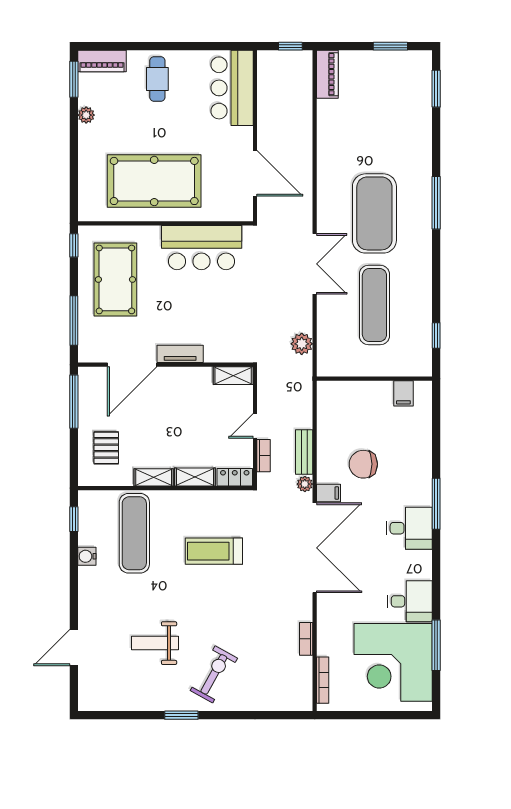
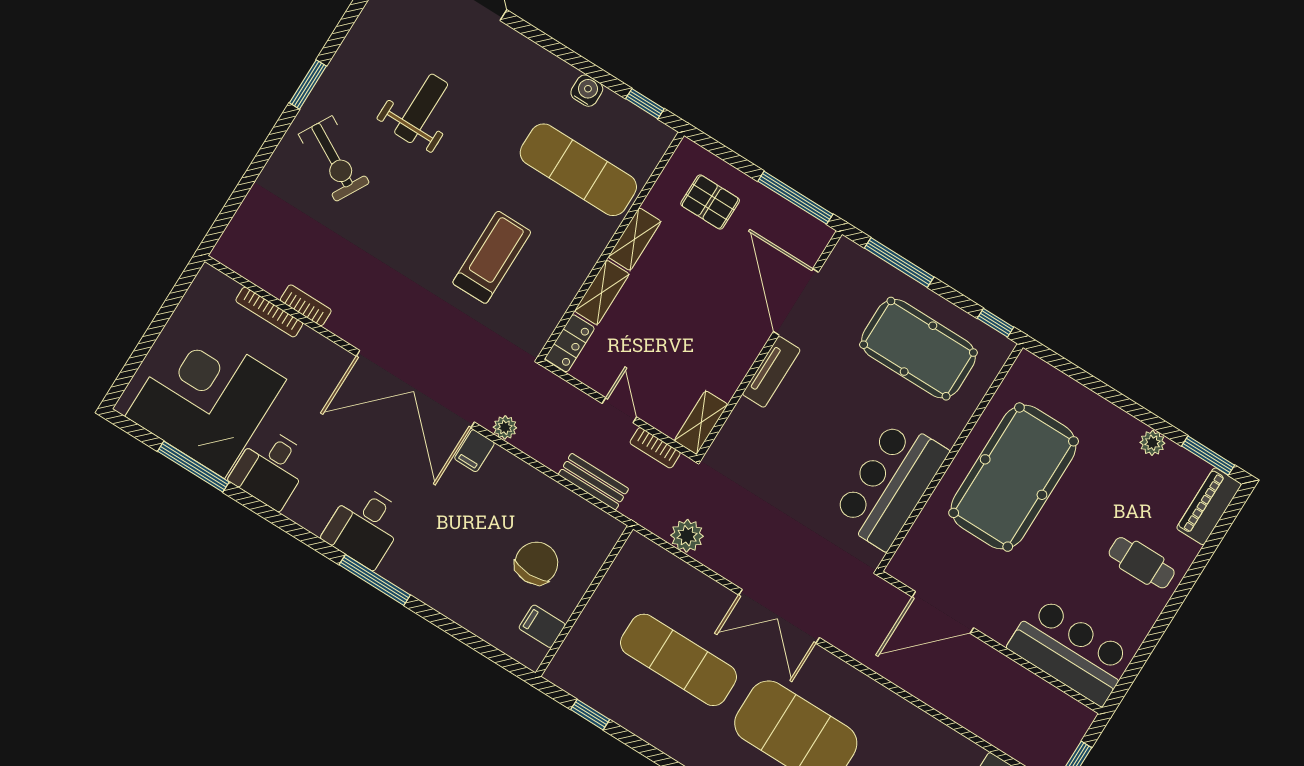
bench: (304, 452) -> (593, 482), moved
bookcase: (264, 456) -> (655, 448), moved
chair: (363, 464) -> (536, 563), moved
bookcase: (323, 680) -> (269, 312), moved

